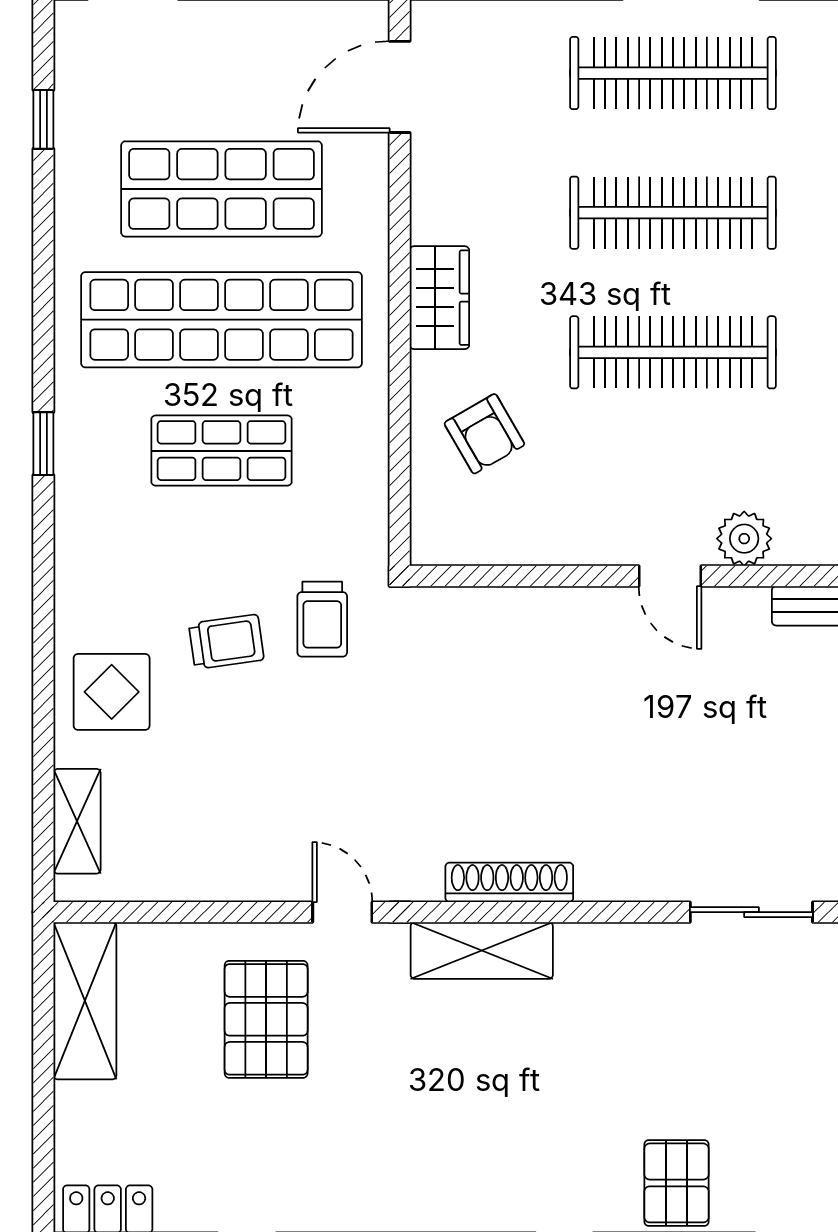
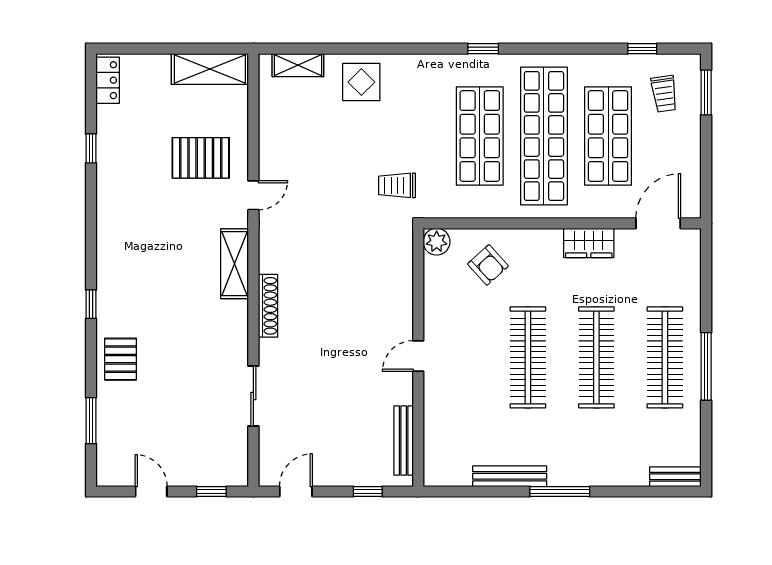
door: (400, 87) -> (658, 223), hinge flipped
wardrobe: (439, 298) -> (589, 243), moved
armchair: (484, 434) -> (488, 265), turned -102
shop shelf: (222, 451) -> (480, 136), width x1.43, depth x1.36
plant: (744, 539) -> (437, 242), moved
trolley: (226, 642) -> (664, 94), moved
shoe rack: (509, 882) -> (268, 306), moved
pallet: (676, 1183) -> (120, 359), turned 90

